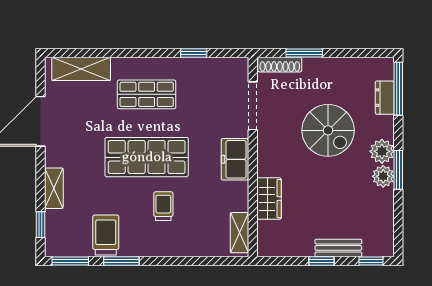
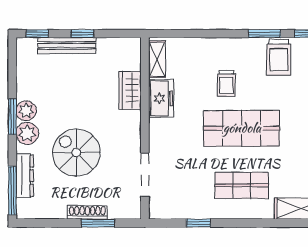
shoe rack: (280, 65) -> (87, 212), moved
dresser: (385, 98) -> (25, 176), width x1.44
freezer: (235, 159) -> (161, 98), moved
bench: (338, 248) -> (67, 45), width x1.36

